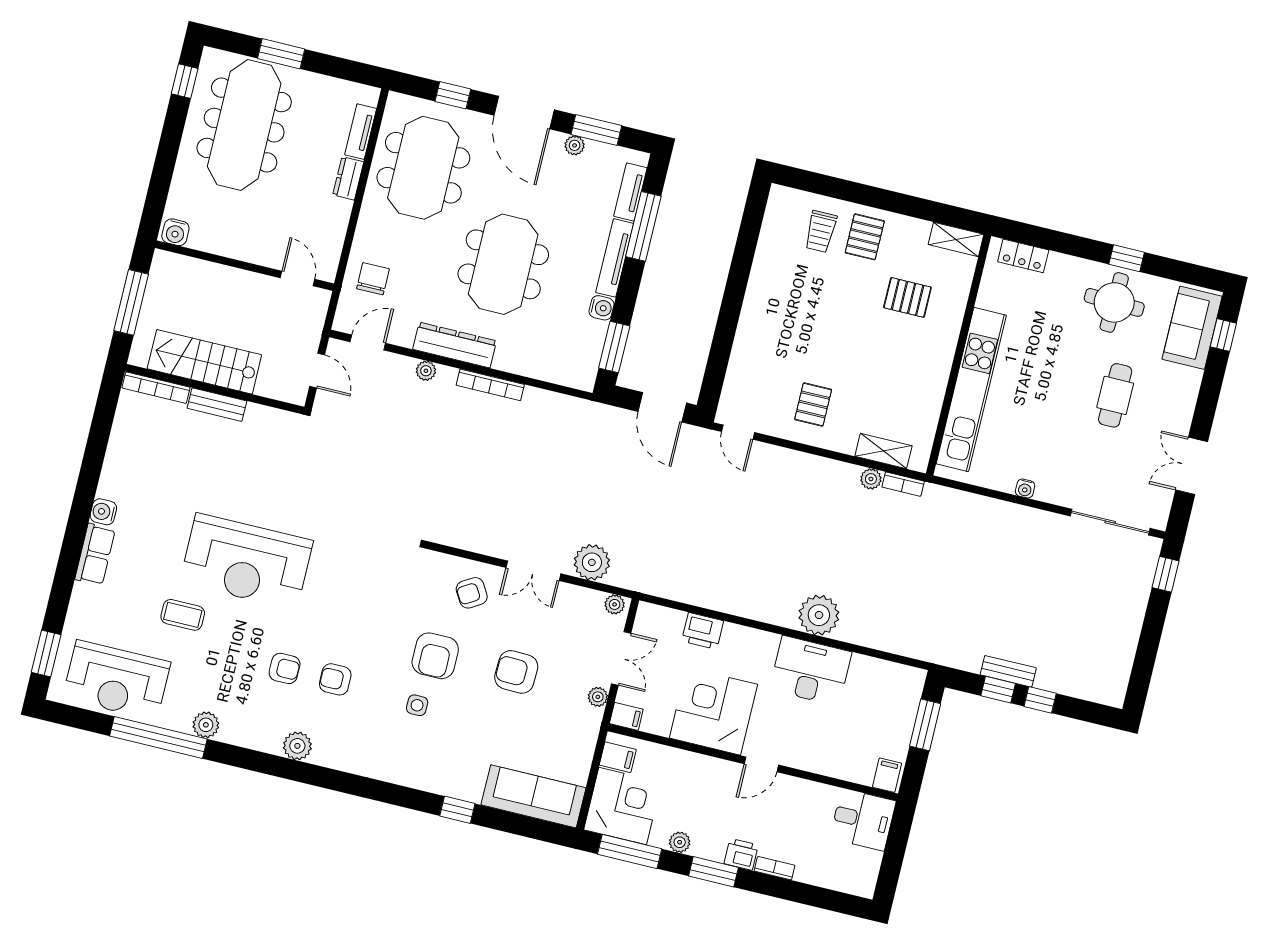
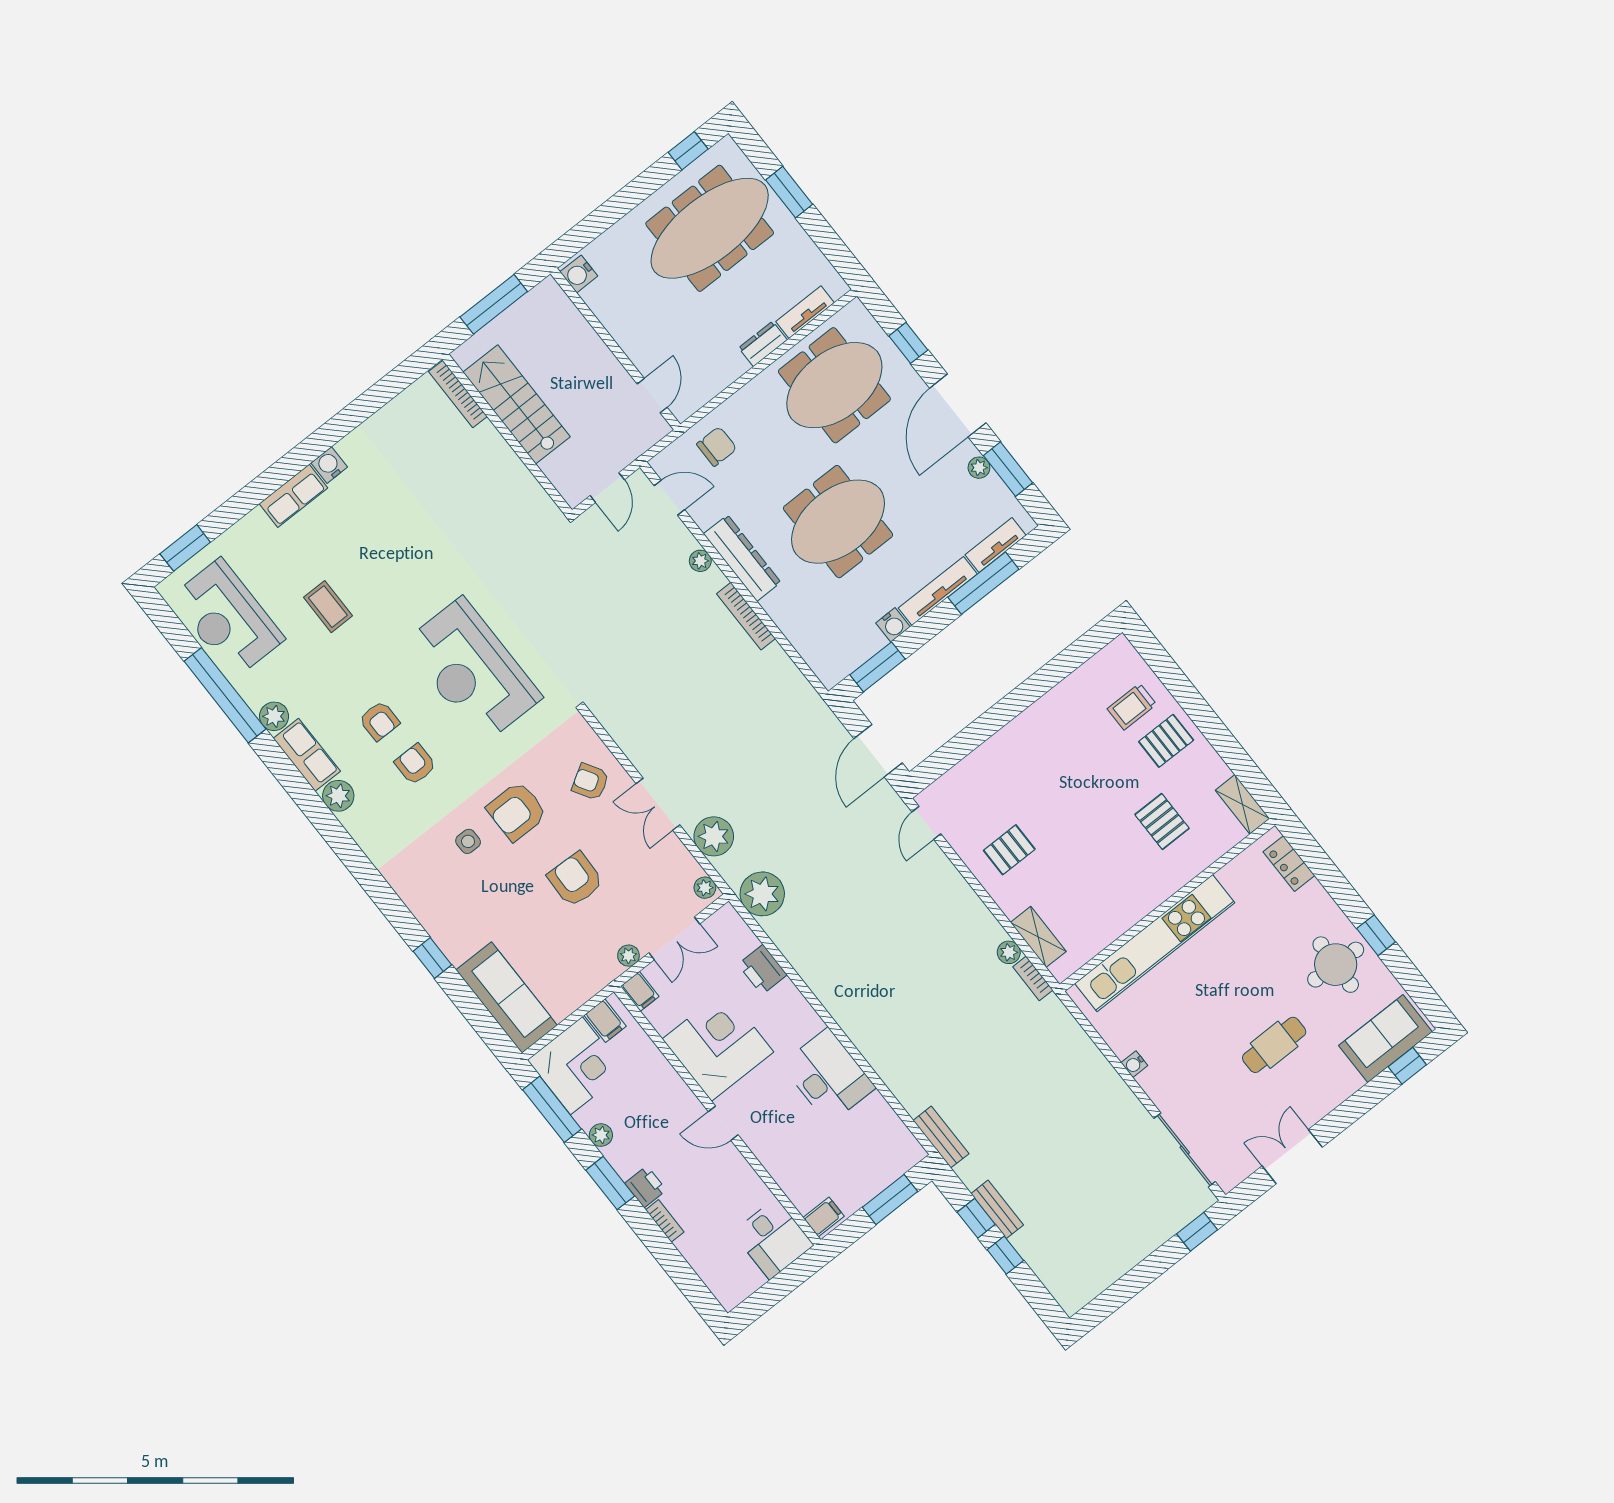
bench: (217, 405) -> (941, 1137), moved
reception desk: (246, 562) -> (472, 670), moved
plant: (819, 615) -> (762, 894), moved
row of seats: (251, 734) -> (307, 755), added

